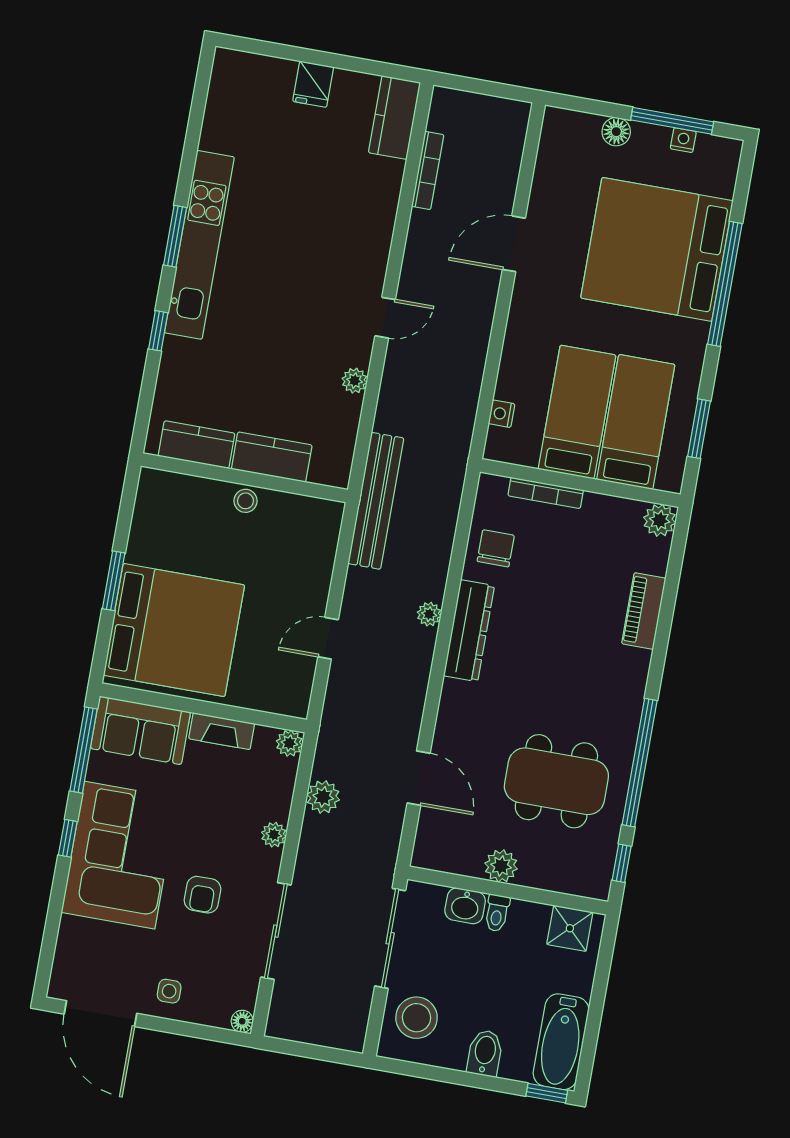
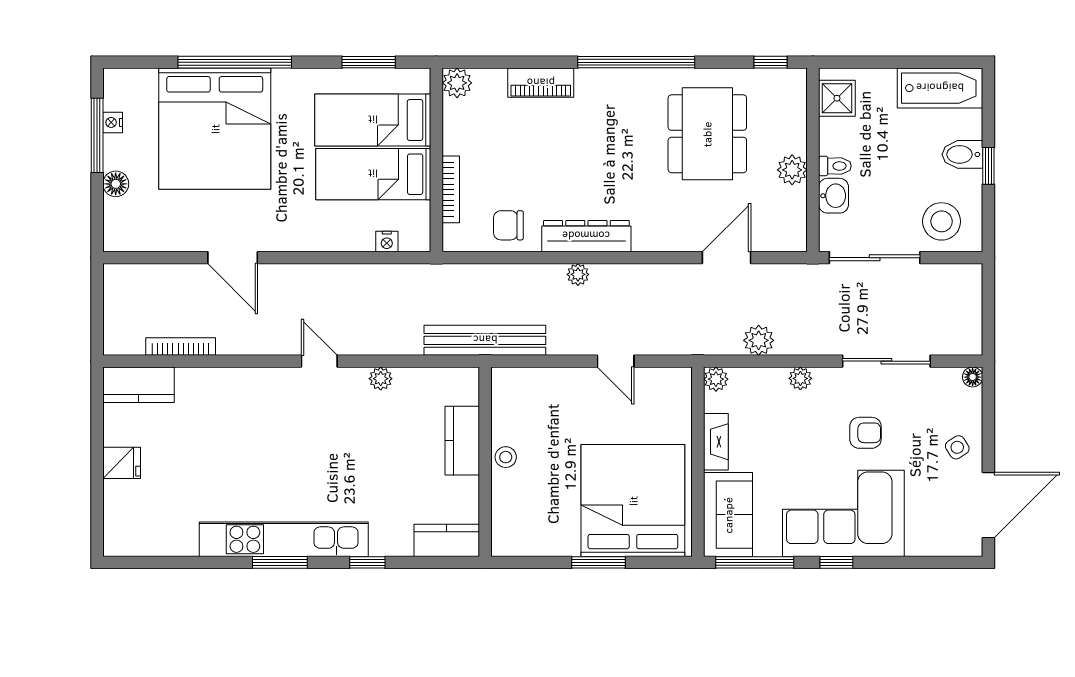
kitchen counter: (196, 445) -> (447, 540), moved, turned 90
window: (640, 763) -> (636, 62), moved
side table: (169, 991) -> (957, 447), turned -33
window: (547, 1093) -> (988, 166), moved

